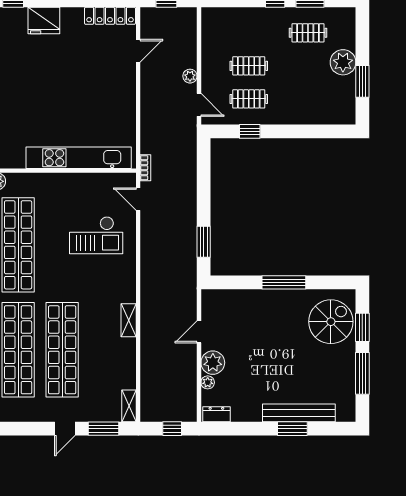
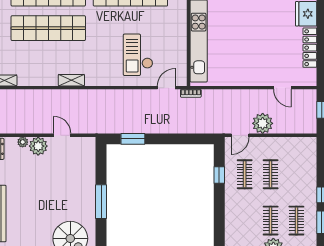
locker: (110, 16) -> (310, 48), moved
clothes rail: (308, 66) -> (271, 221), added
plant: (190, 76) -> (263, 123), width x1.88, depth x1.88

